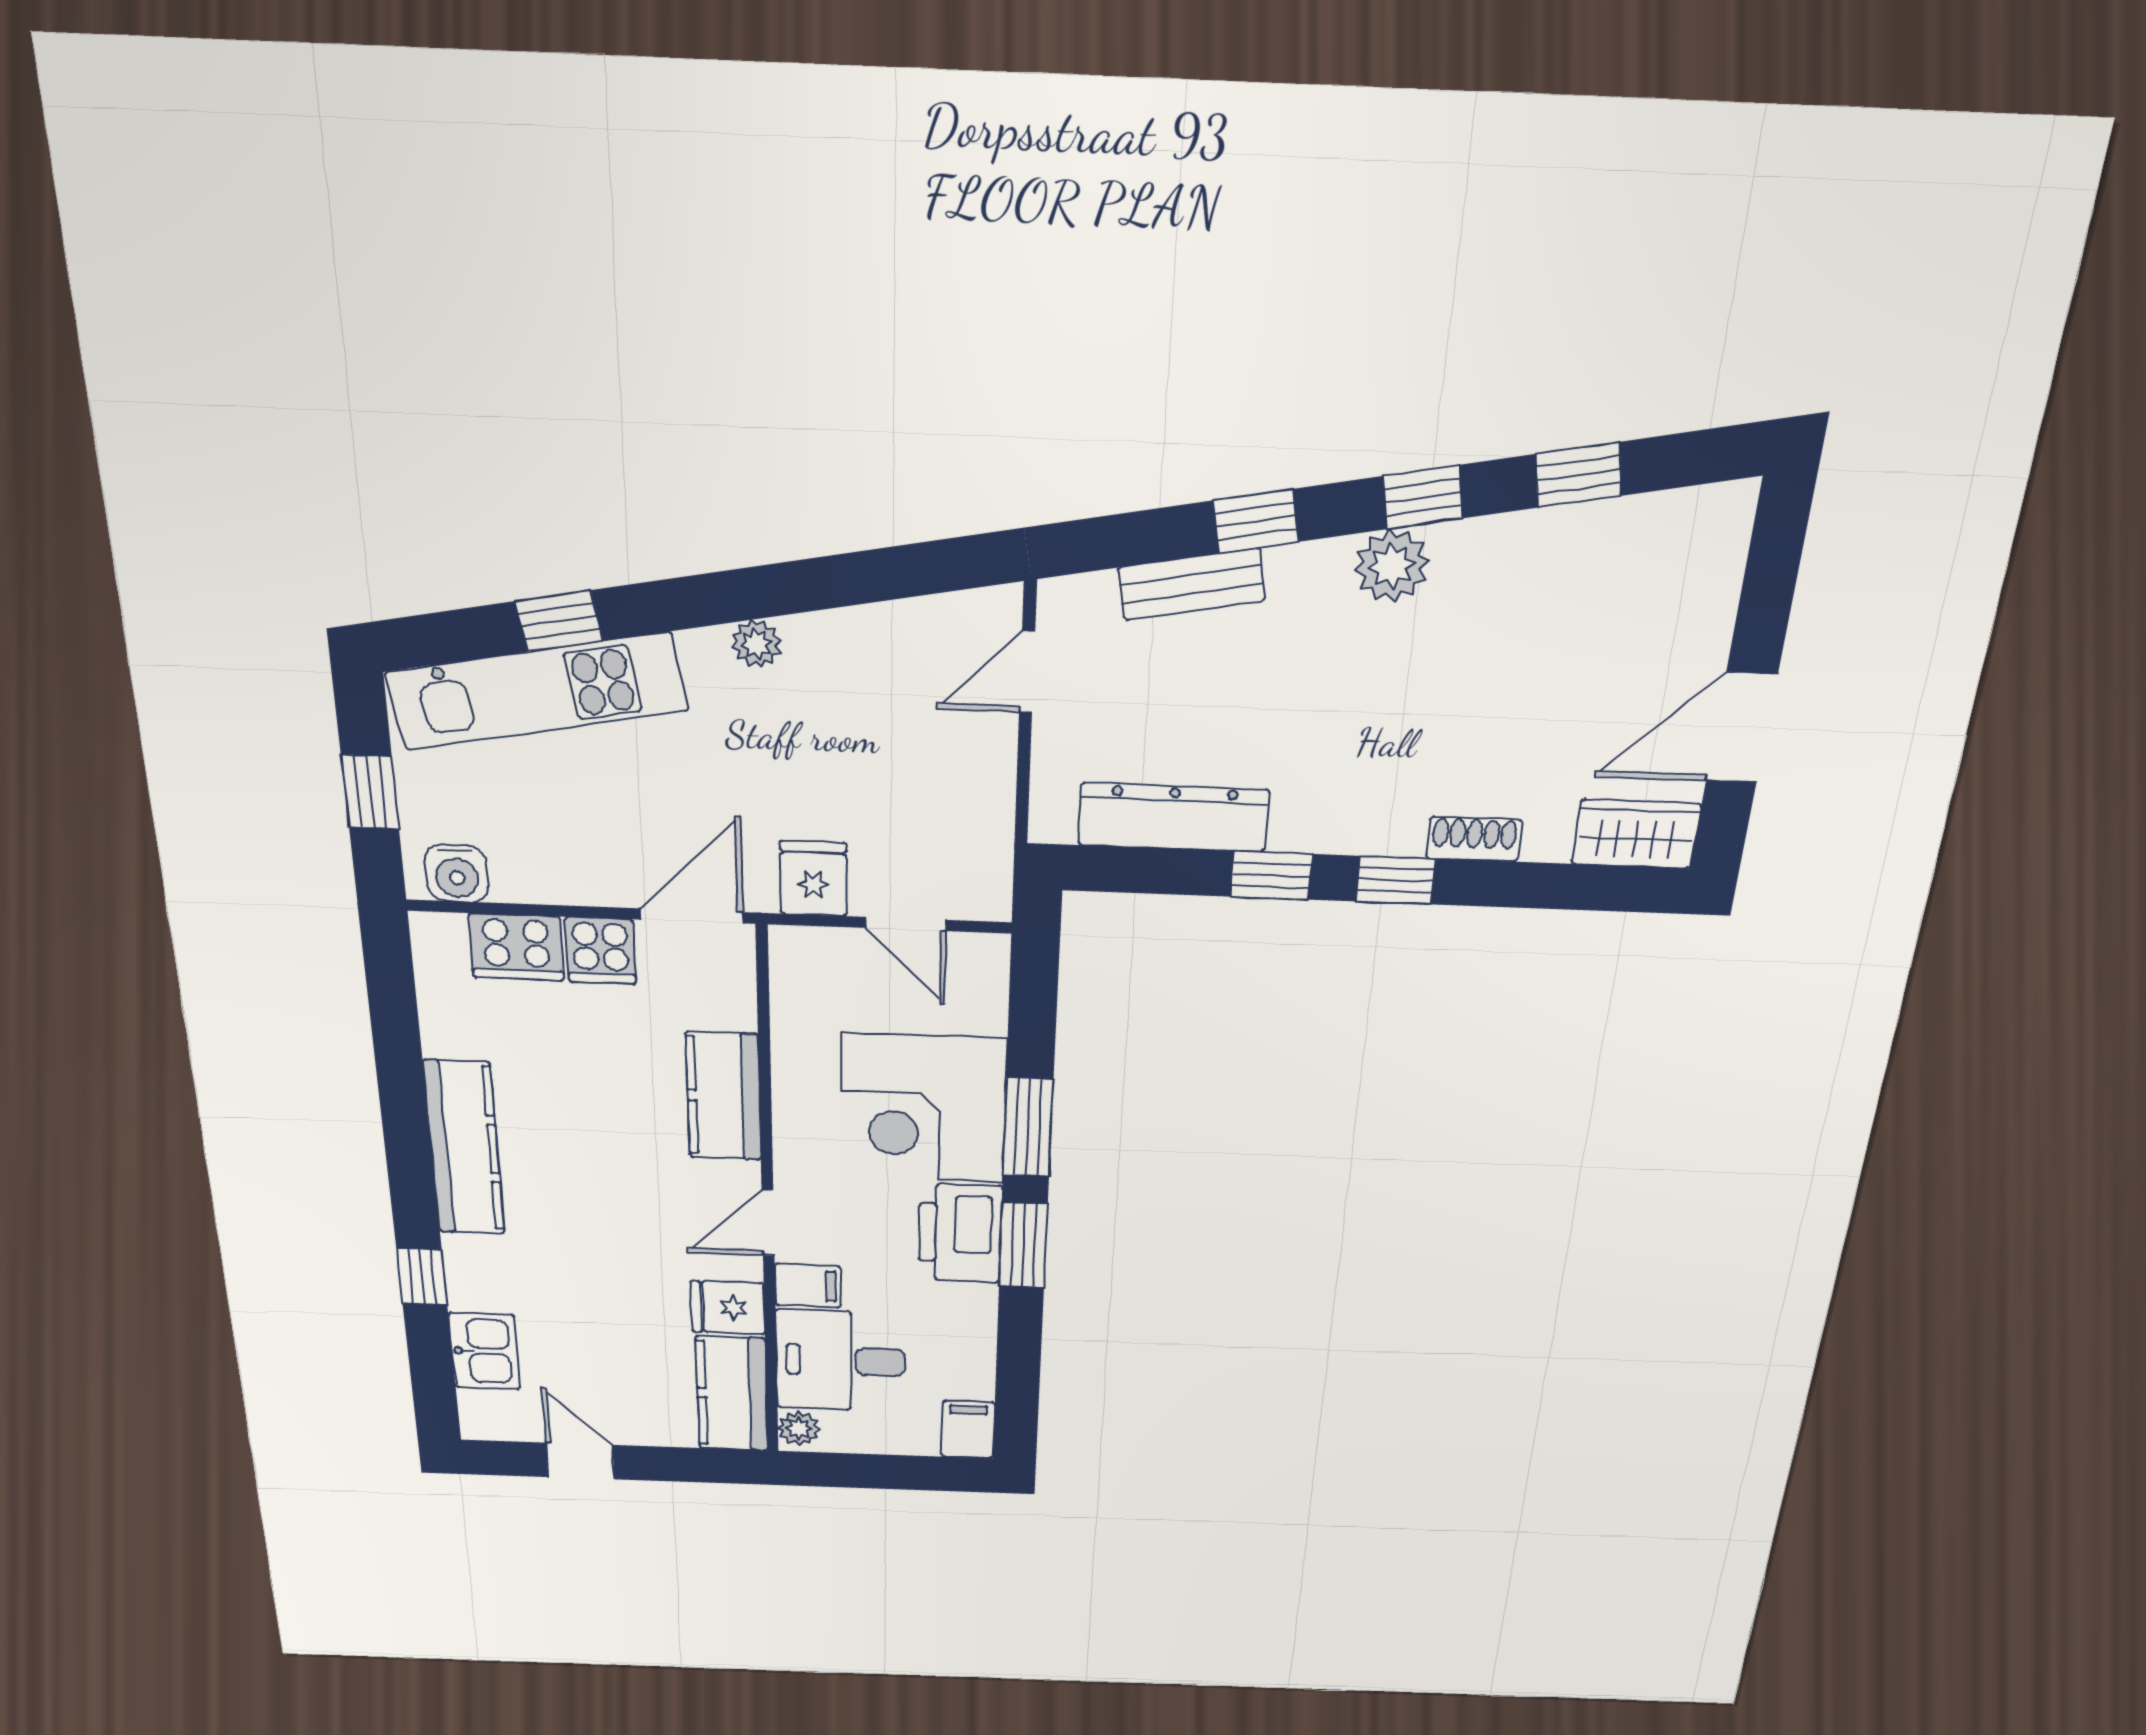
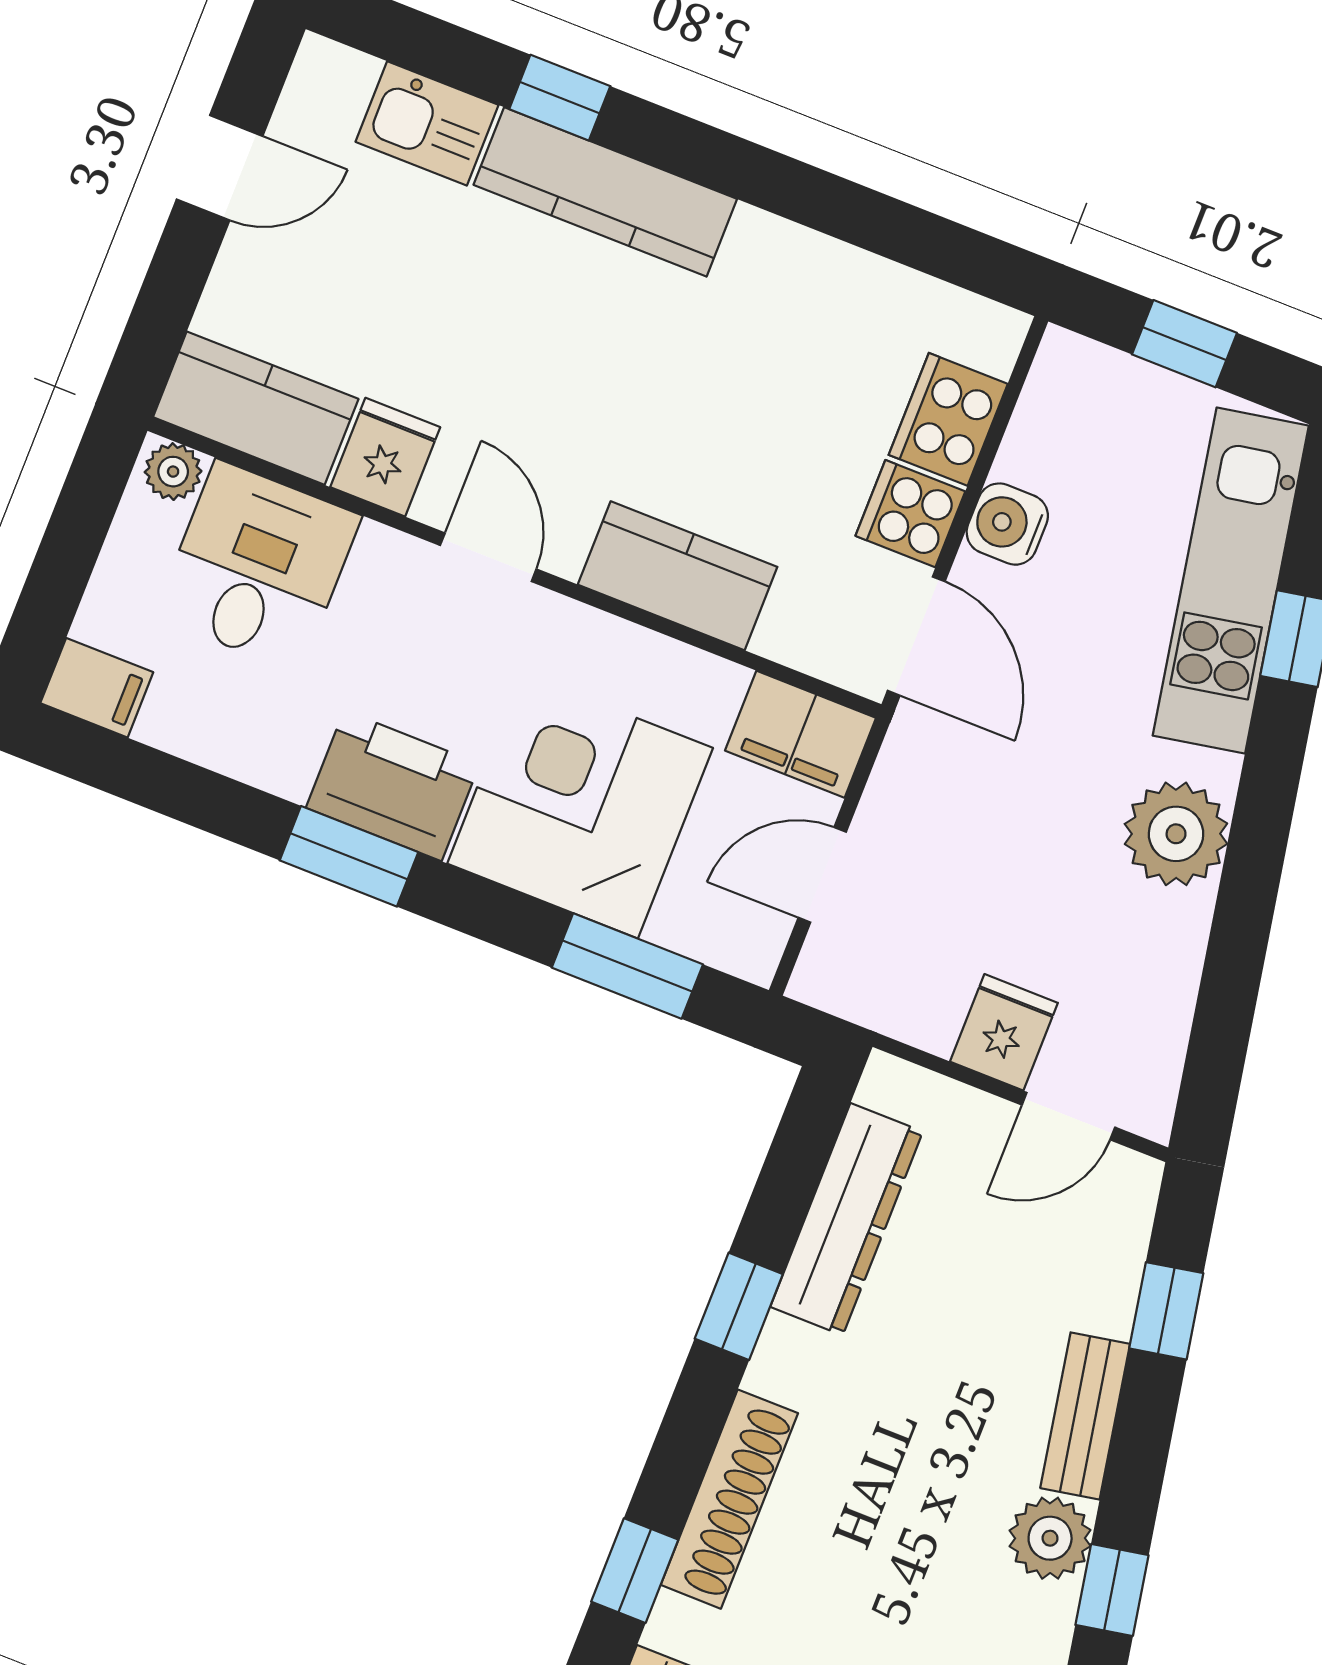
window: (1256, 521) -> (1166, 1311), moved
bench: (1192, 584) -> (1085, 1416), moved
plant: (756, 644) -> (1176, 834), width x1.87, depth x1.87
door: (1027, 672) -> (1068, 1116), swing flipped
shoe rack: (1474, 839) -> (729, 1499), width x1.94, depth x1.24
water cooler: (457, 873) -> (1007, 524), moved
fridge: (813, 878) -> (1004, 1032), moved, turned -90
window: (1395, 880) -> (635, 1571), moved
window: (1028, 1127) -> (627, 966), moved
kitchen counter: (464, 1148) -> (605, 192), moved
filing cabinet: (808, 1286) -> (801, 734), moved, width x2.00

